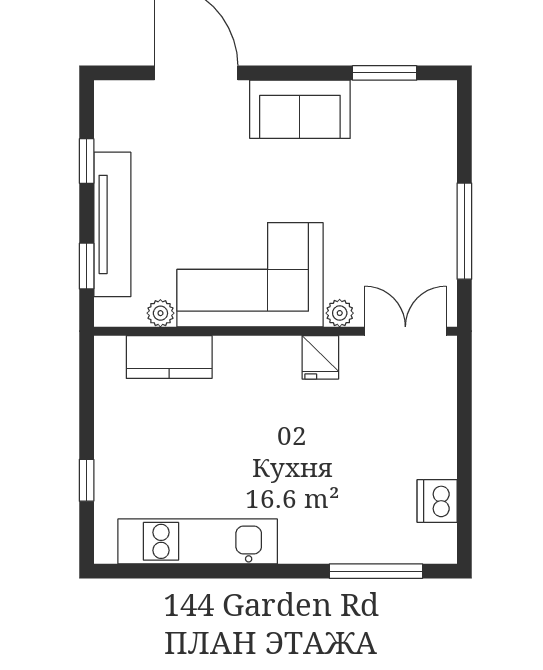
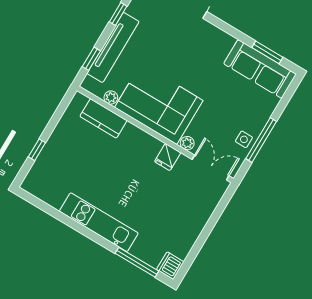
sofa: (300, 109) -> (260, 69), moved, width x1.36
side table: (434, 248) -> (244, 139), added
dishwasher: (437, 501) -> (170, 266), moved
kitchen unit: (198, 541) -> (99, 222), moved

